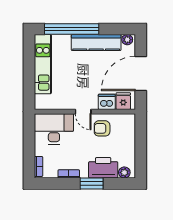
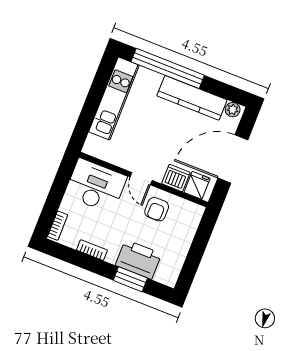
armchair: (102, 128) -> (157, 209), turned -90
plant: (124, 172) -> (163, 276), removed
window: (92, 184) -> (130, 279), moved

